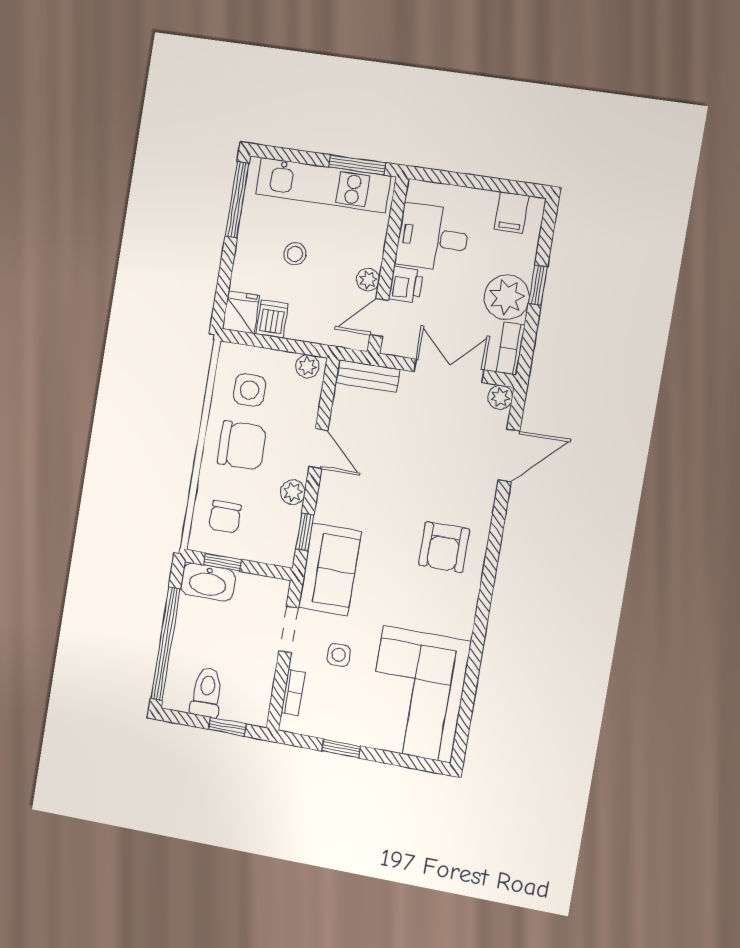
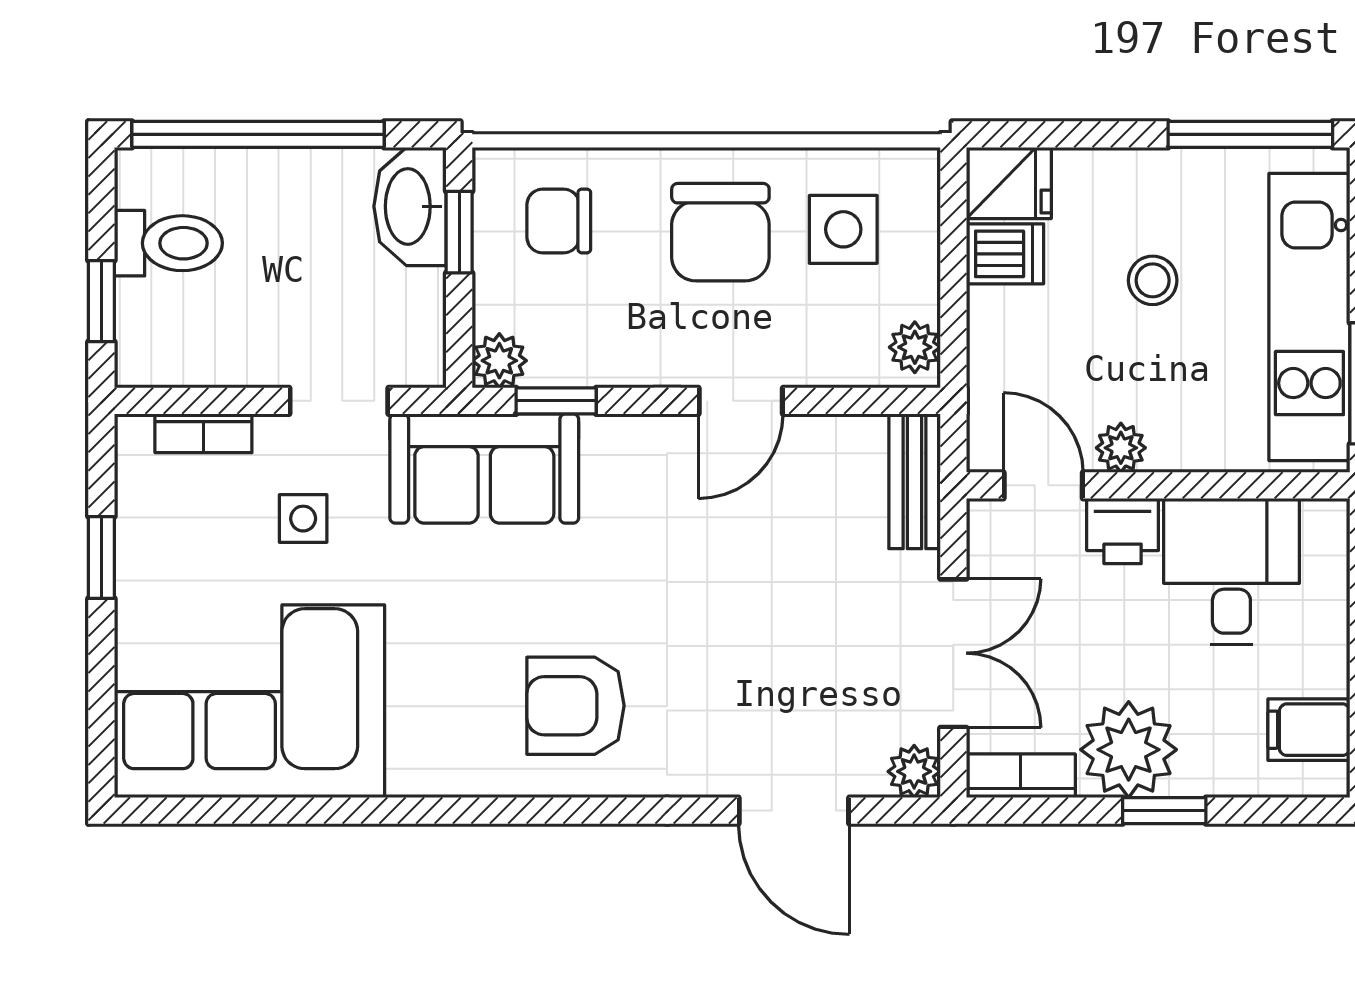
plant: (293, 492) -> (499, 361), moved

